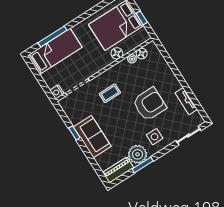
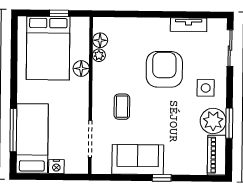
nightstand: (57, 92) -> (56, 166), moved
window: (74, 133) -> (162, 178), moved
sofa: (92, 137) -> (138, 160), moved

